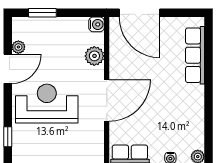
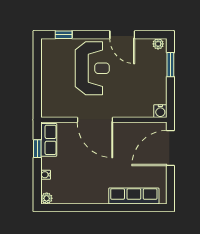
plant: (18, 47) -> (158, 44), moved
plant: (94, 56) -> (133, 109), removed

